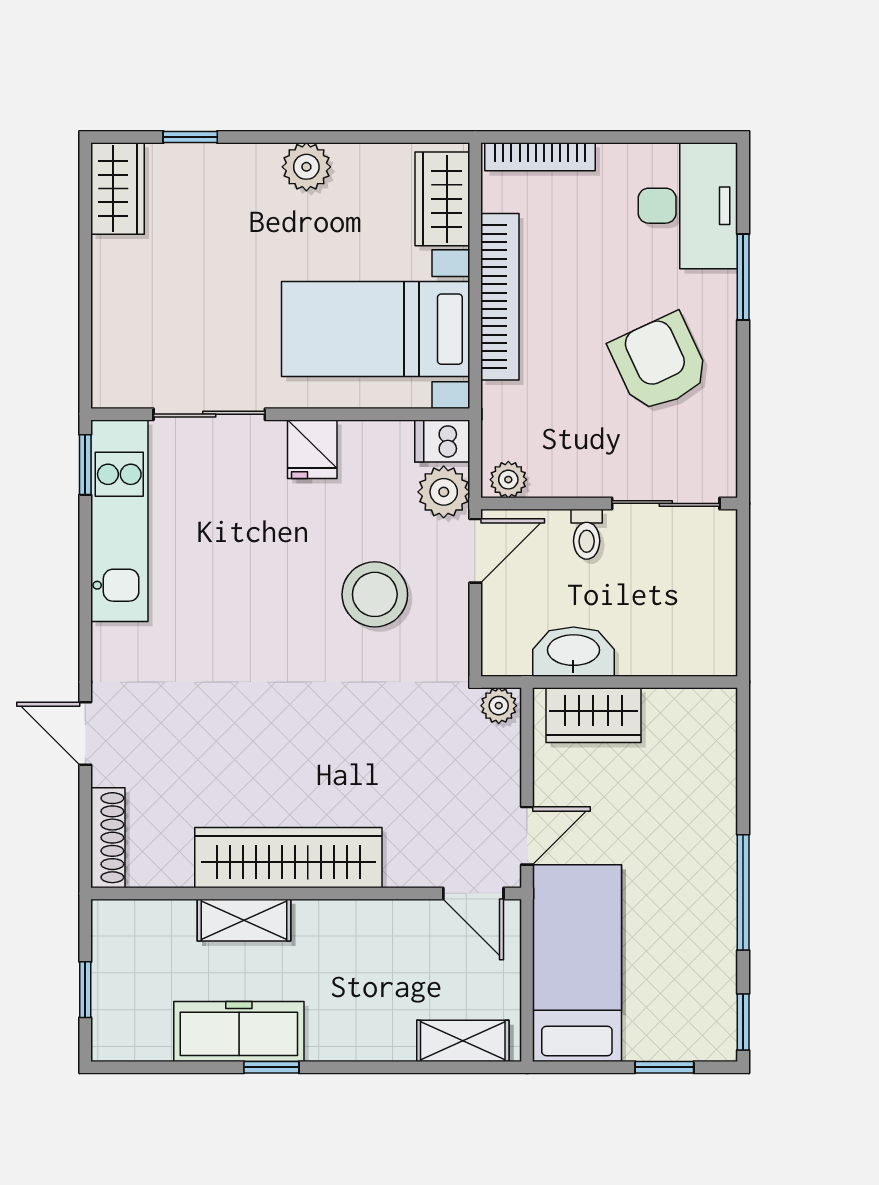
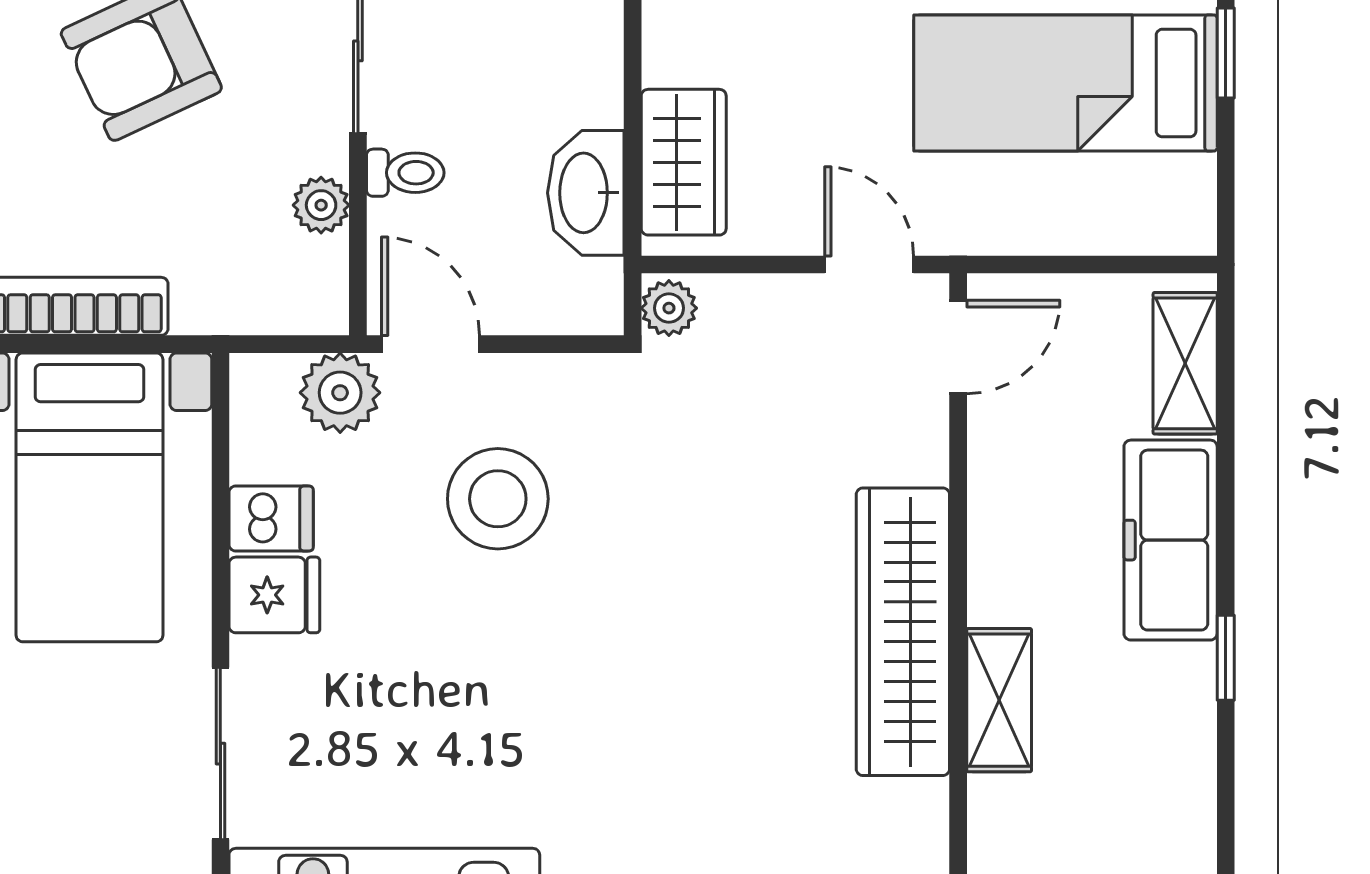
dishwasher: (442, 441) -> (271, 519), moved, turned -90
plant: (508, 480) -> (321, 205), moved
bed: (577, 963) -> (1065, 83), moved
freezer: (239, 1031) -> (1171, 540), moved

